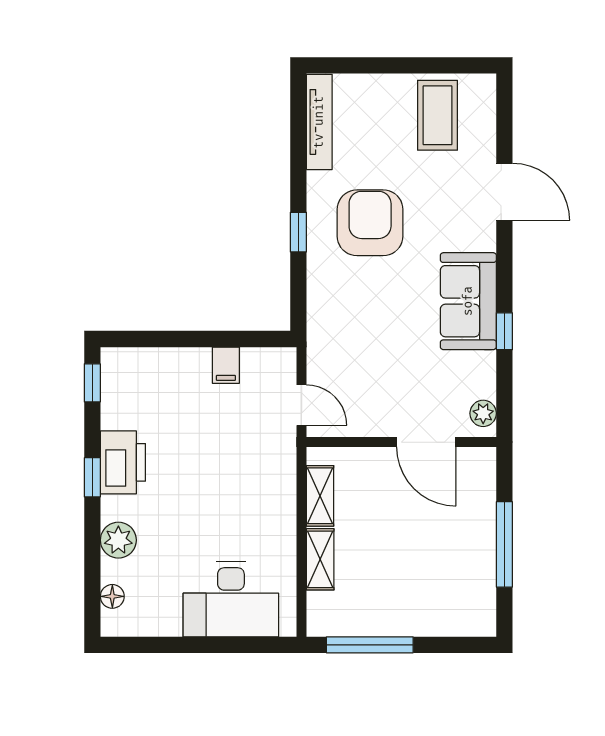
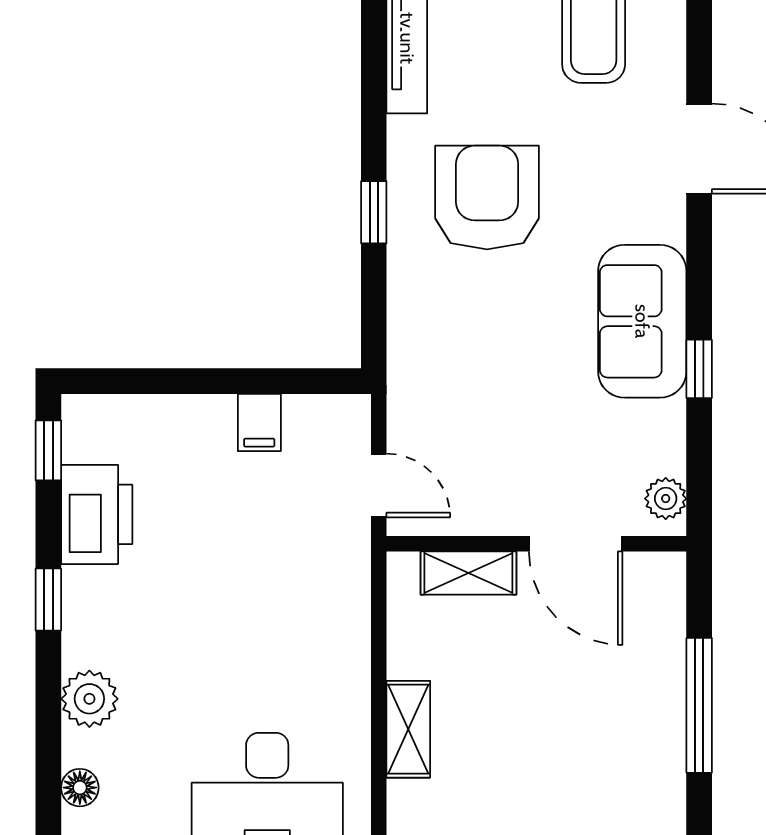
printer: (123, 462) -> (97, 514), moved
shelving: (320, 496) -> (468, 573), moved, turned 90

